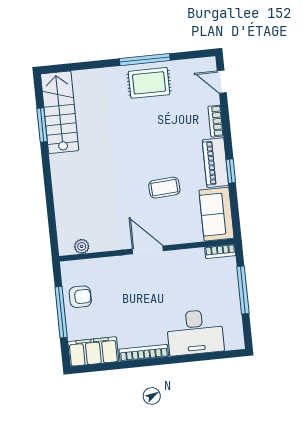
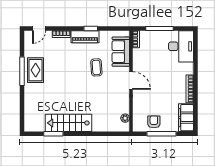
stairs: (60, 112) -> (68, 123), moved
sofa: (216, 214) -> (121, 52), moved, turned 90
door: (148, 250) -> (131, 81), swing flipped
desk: (195, 332) -> (181, 46), moved

